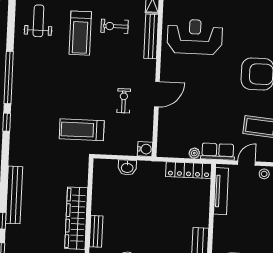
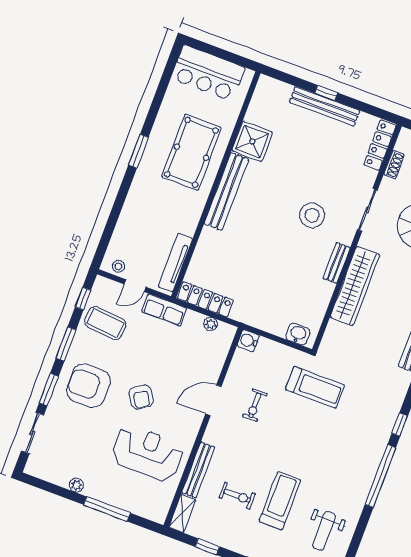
reception desk: (195, 37) -> (147, 453), turned 180
armchair: (214, 79) -> (141, 397), added
plant: (194, 153) -> (211, 324), moved
washbasin: (127, 167) -> (298, 334), moved

